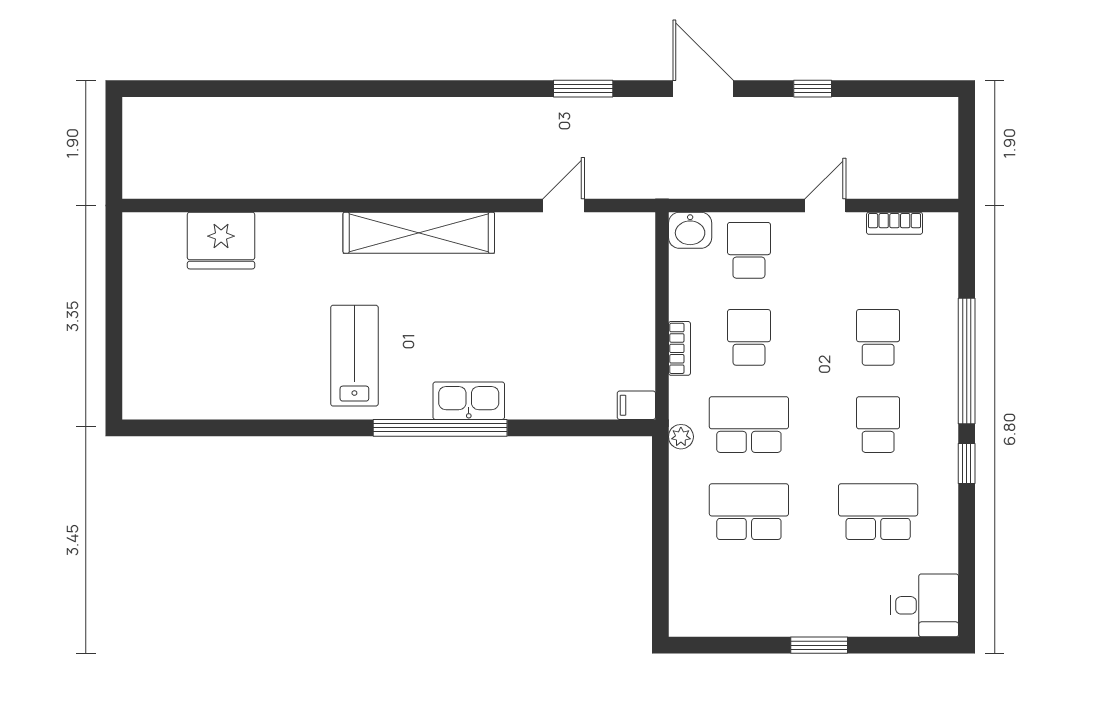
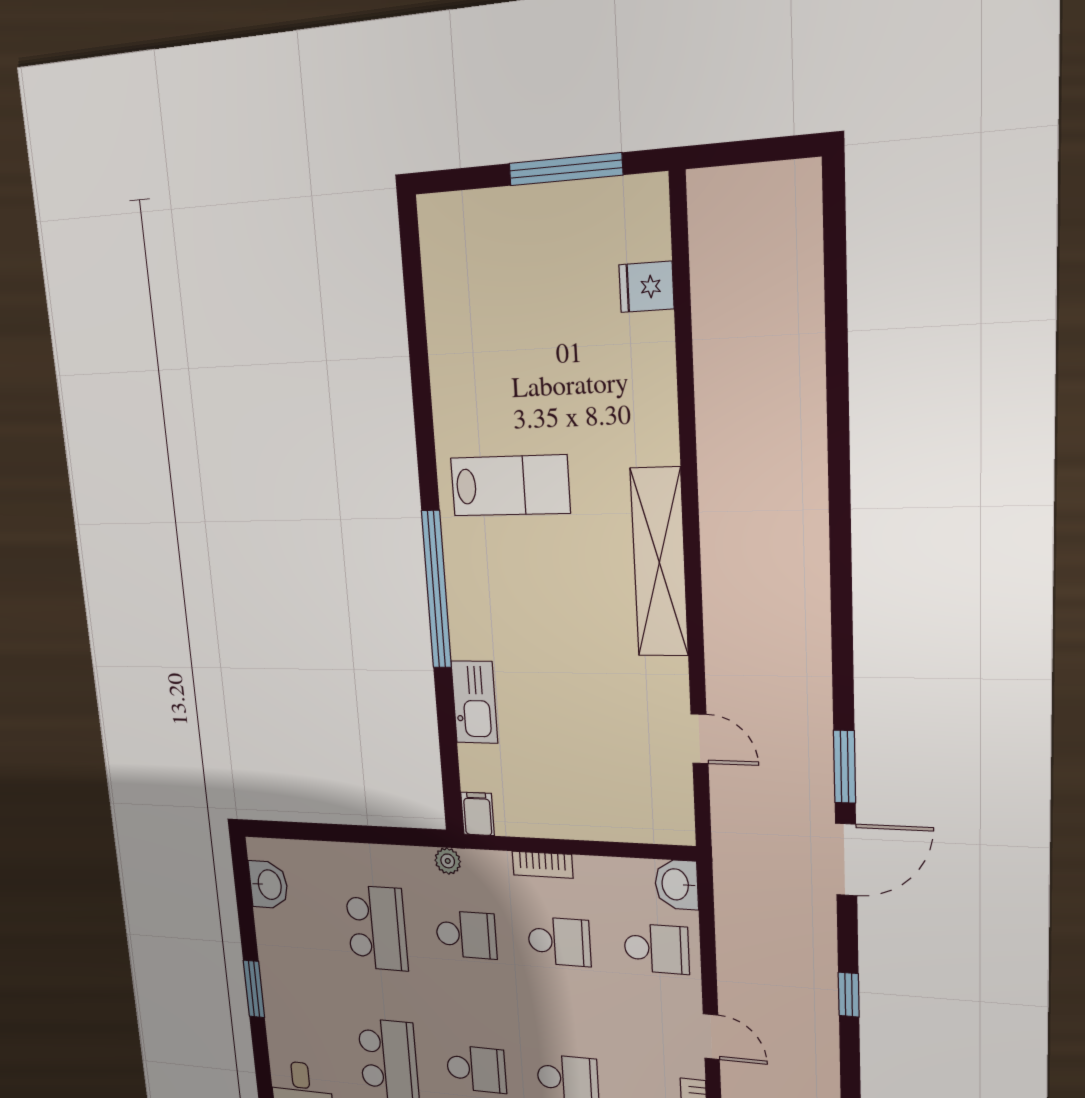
door: (703, 89) -> (846, 860), moved
window: (813, 89) -> (849, 995), moved
fridge: (221, 241) -> (646, 287), width x0.53, depth x0.75
window: (114, 293) -> (566, 169), added
kitchen sink: (469, 401) -> (474, 702), moved
school desk: (749, 425) -> (466, 935), width x0.54
washbasin: (714, 618) -> (269, 885), added

